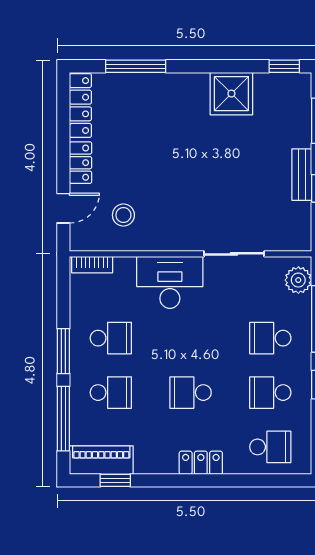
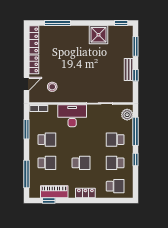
window: (63, 351) -> (27, 129), moved
school desk: (191, 393) -> (81, 163), turned 180
piano: (101, 460) -> (54, 192), moved

